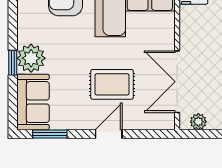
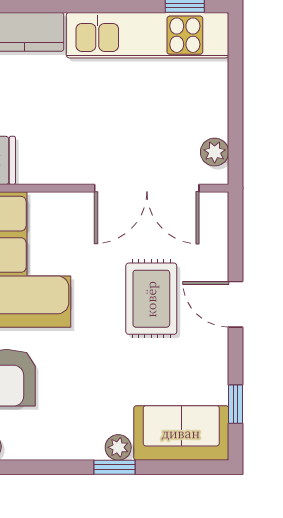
plant: (31, 58) -> (118, 447), width x0.53, depth x0.53
window: (50, 134) -> (236, 404), width x0.67

